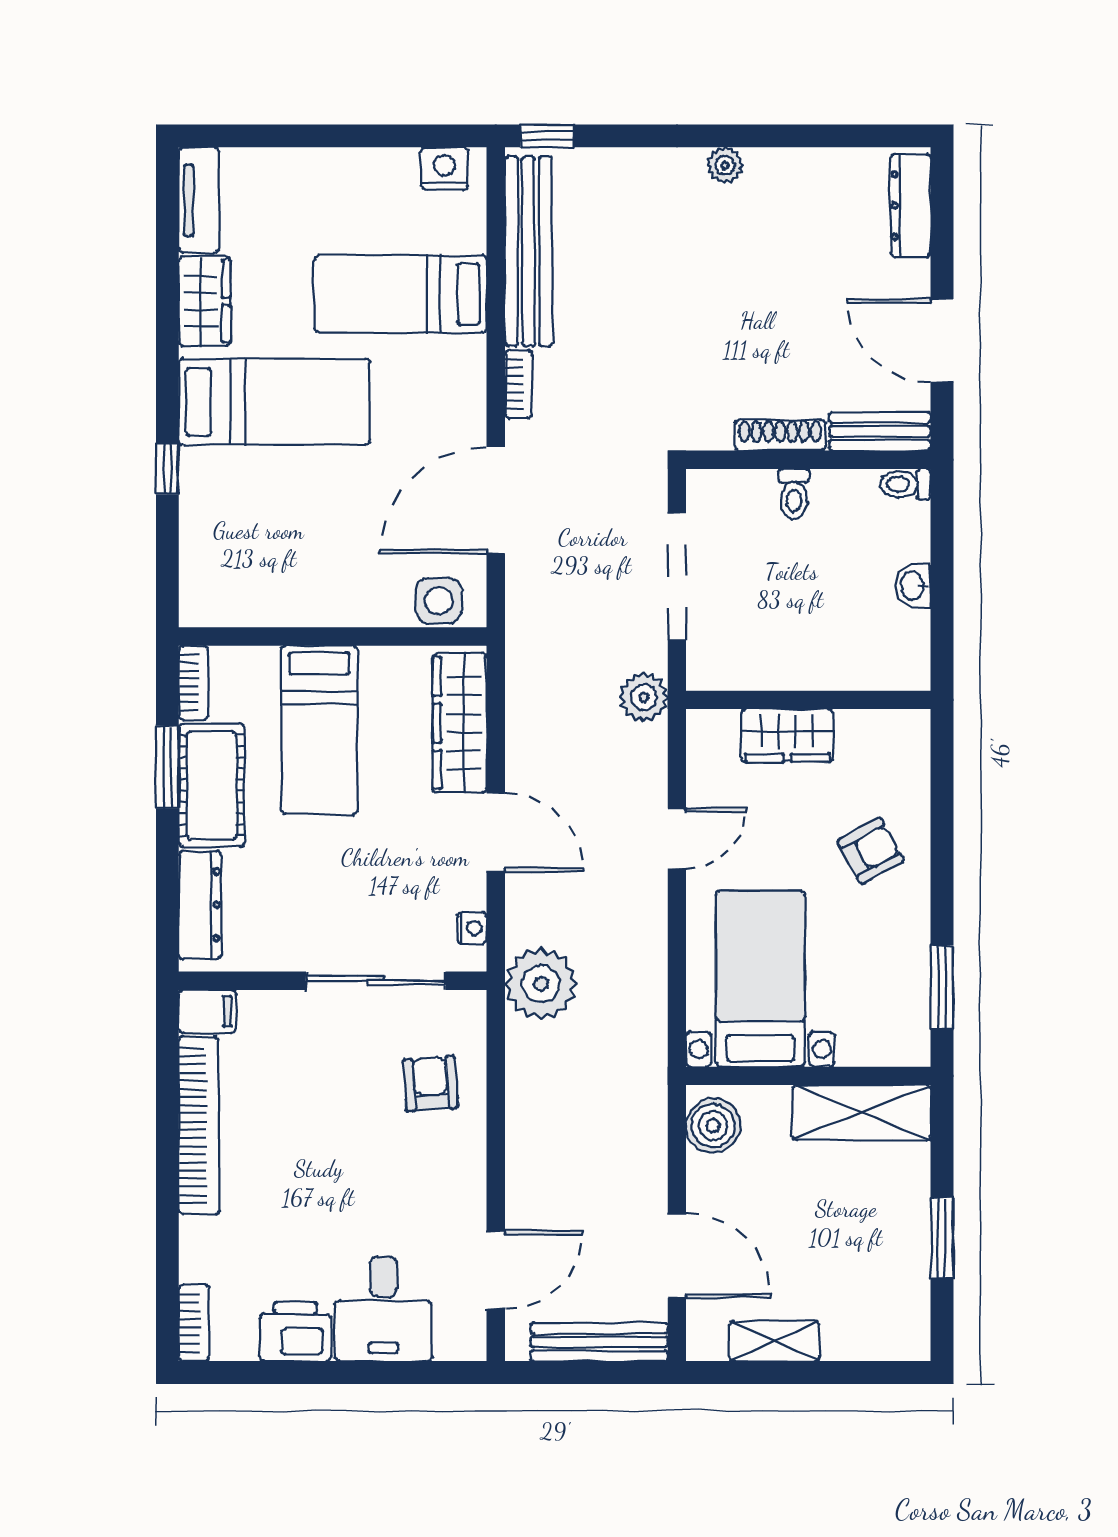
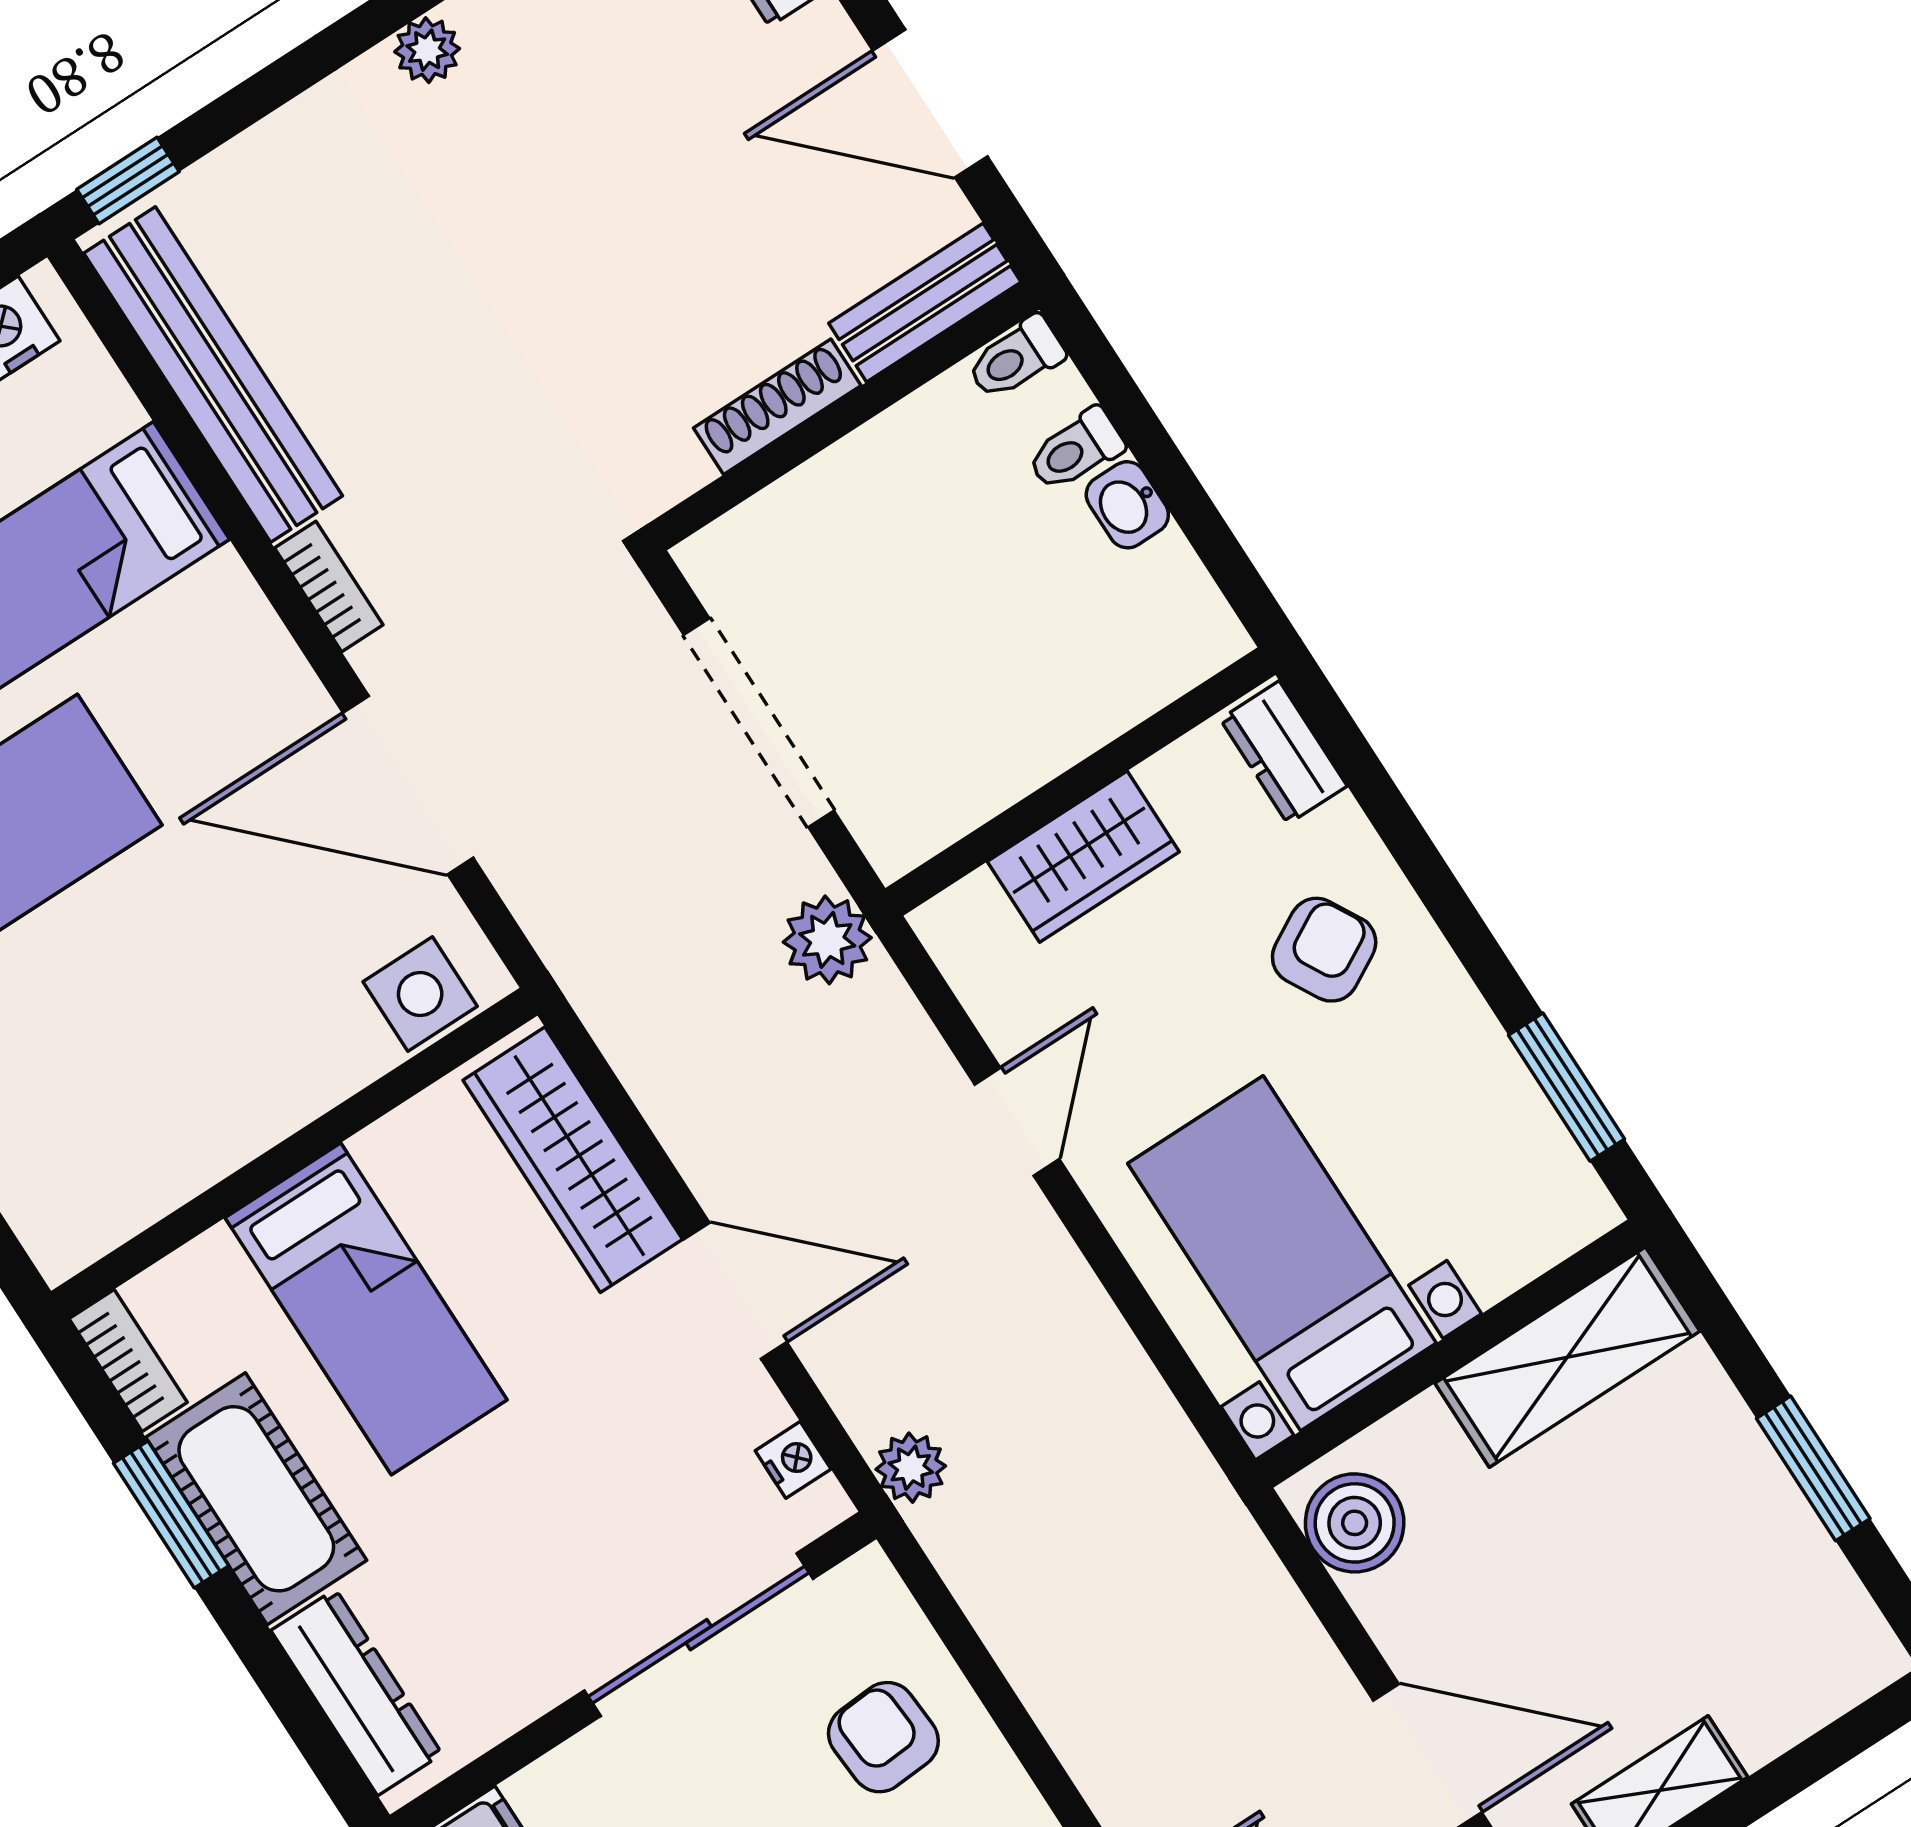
toilet: (794, 494) -> (1076, 450), moved, turned 90
door: (496, 500) -> (408, 785), hinge flipped
dresser: (911, 747) -> (1284, 752), added
plant: (541, 984) -> (911, 1468), width x0.53, depth x0.53

